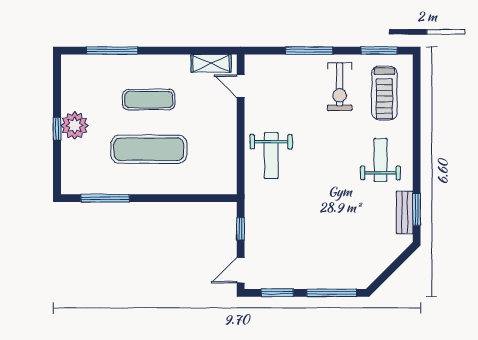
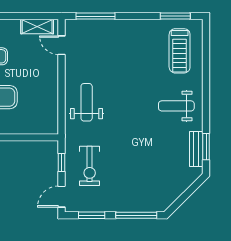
window: (309, 51) -> (95, 16), moved
exercise bike: (340, 87) -> (90, 166), moved
weight bench: (271, 156) -> (87, 102), turned 180
weight bench: (380, 160) -> (176, 106), turned -90

